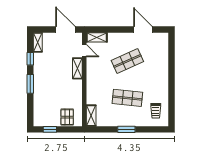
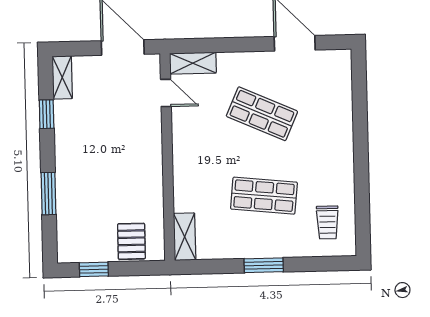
shop shelf: (127, 61) -> (262, 114), turned 48
shelving: (77, 68) -> (152, 133), removed
window: (30, 84) -> (48, 194), moved

